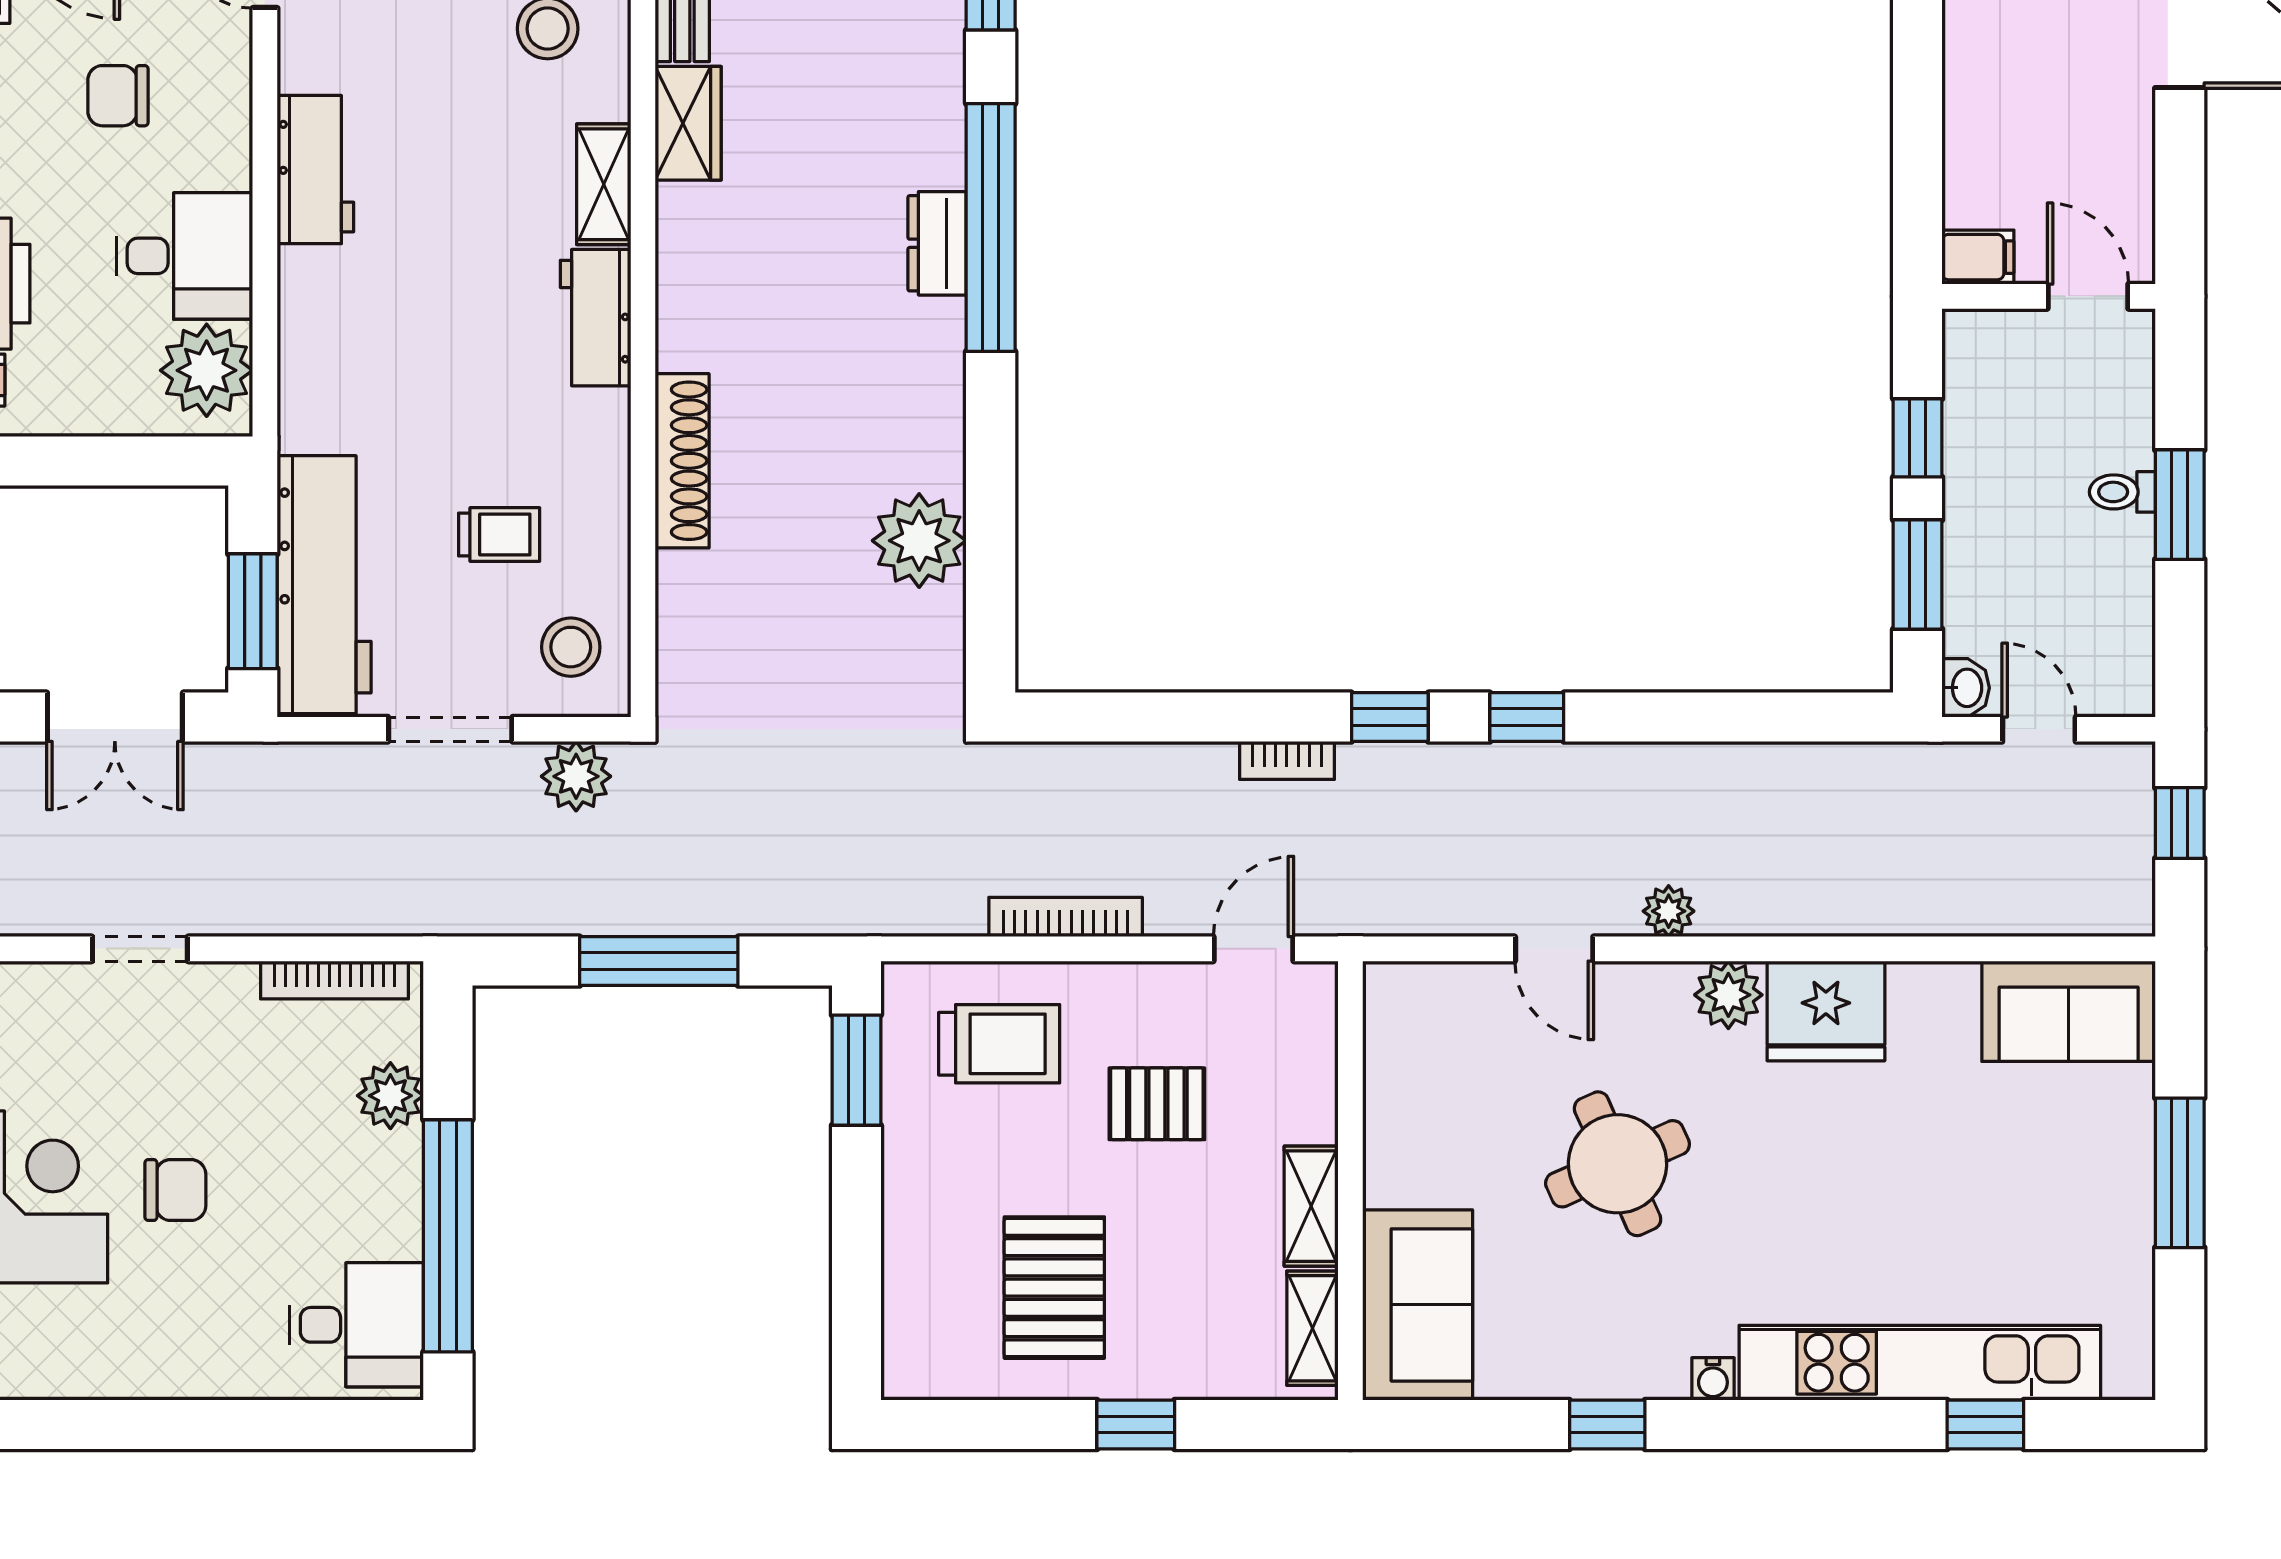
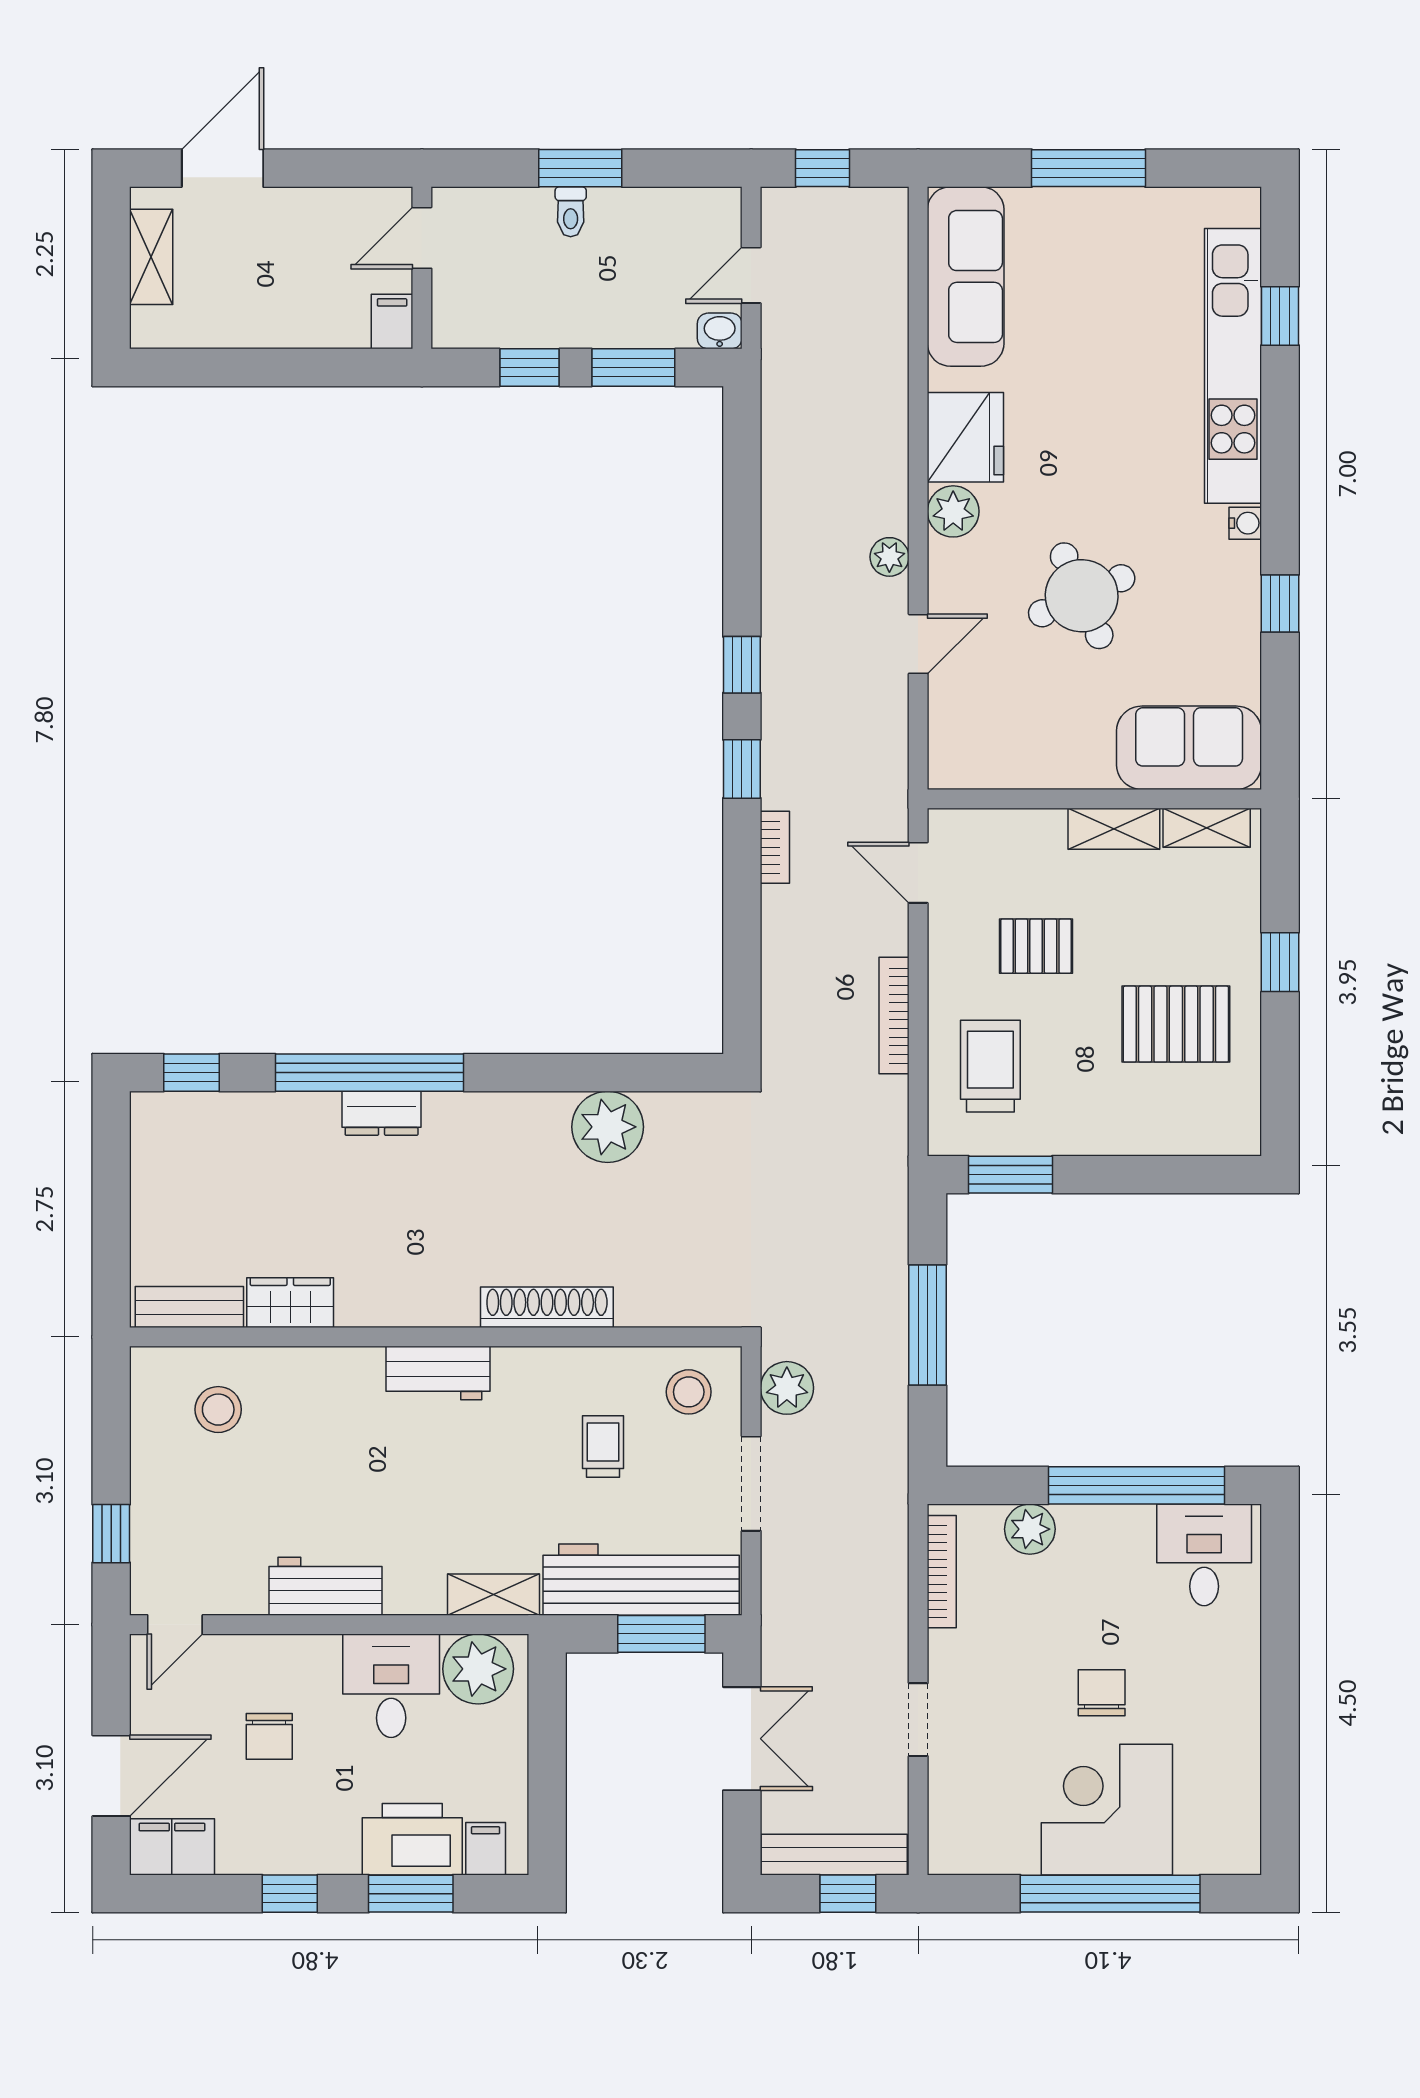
shelving: (604, 184) -> (494, 1595), moved
sofa: (2069, 1011) -> (966, 276), width x1.36
pallet: (1157, 1104) -> (1036, 946), turned 90

